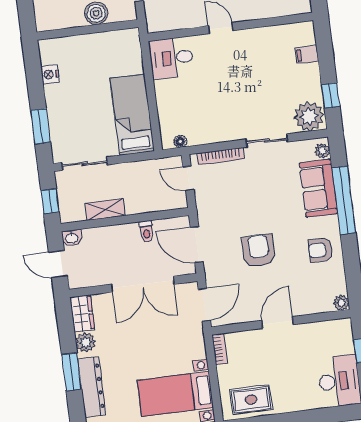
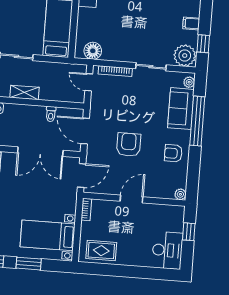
filing cabinet: (307, 55) -> (191, 23), moved
floor lamp: (180, 141) -> (93, 51), width x1.89, depth x1.89

